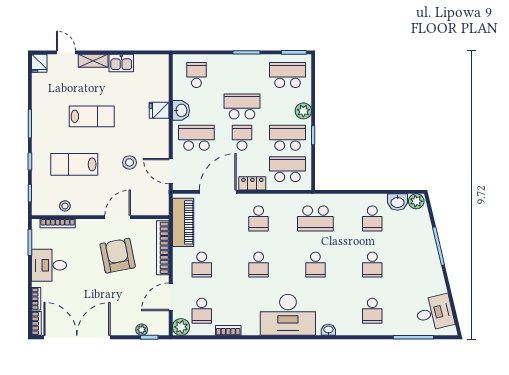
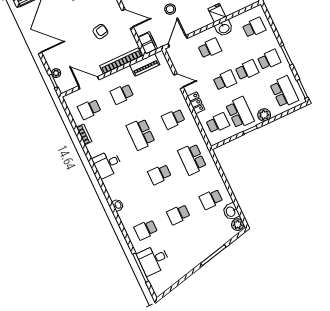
school desk: (242, 75) -> (269, 60), added
school desk: (242, 106) -> (247, 70), width x0.54
school desk: (196, 138) -> (210, 48), width x0.54
school desk: (288, 169) -> (218, 123), width x0.54
door: (218, 192) -> (179, 81), width x0.53
filing cabinet: (156, 207) -> (148, 43), added
piano: (183, 222) -> (145, 65), width x0.73, depth x0.75
armchair: (118, 256) -> (100, 32), width x0.53, depth x0.53
school desk: (259, 265) -> (141, 134), width x1.85
desk: (435, 313) -> (154, 260), moved, turned 103
desk: (288, 315) -> (107, 164), width x0.53, depth x0.77
plant: (181, 327) -> (71, 100), removed

